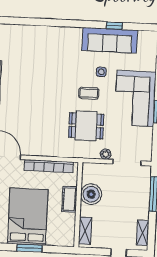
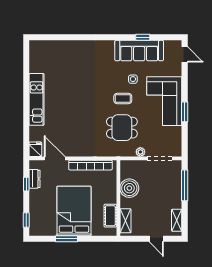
cot: (70, 199) -> (110, 216), moved
window: (29, 248) -> (66, 239), moved

